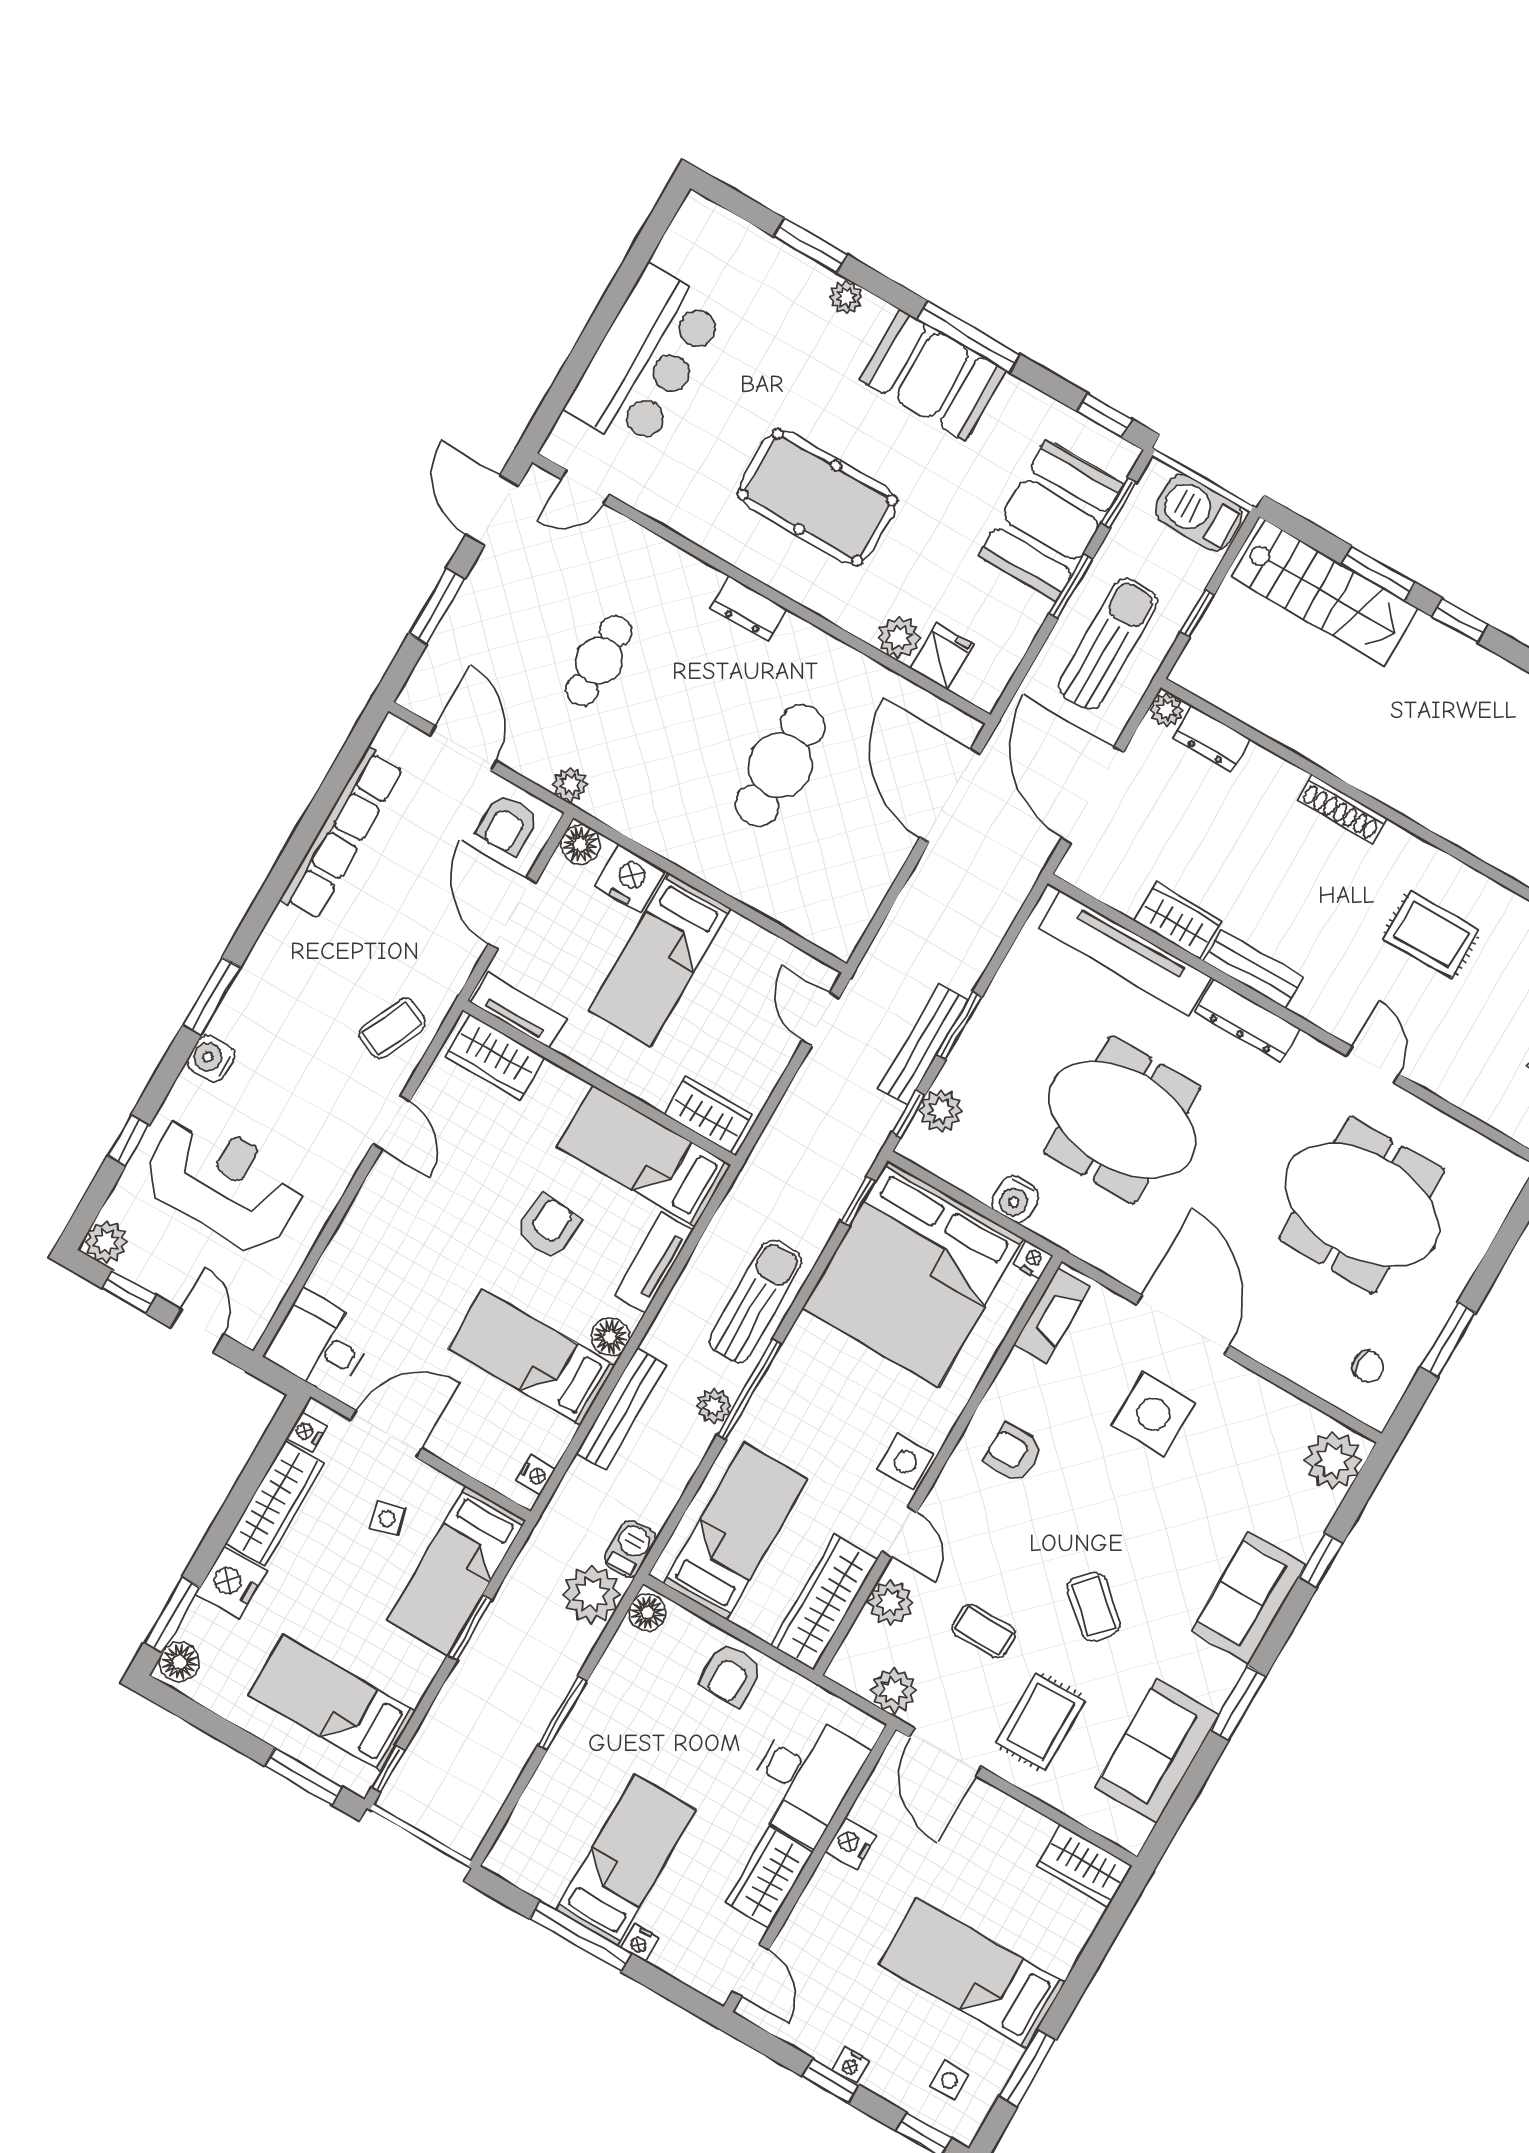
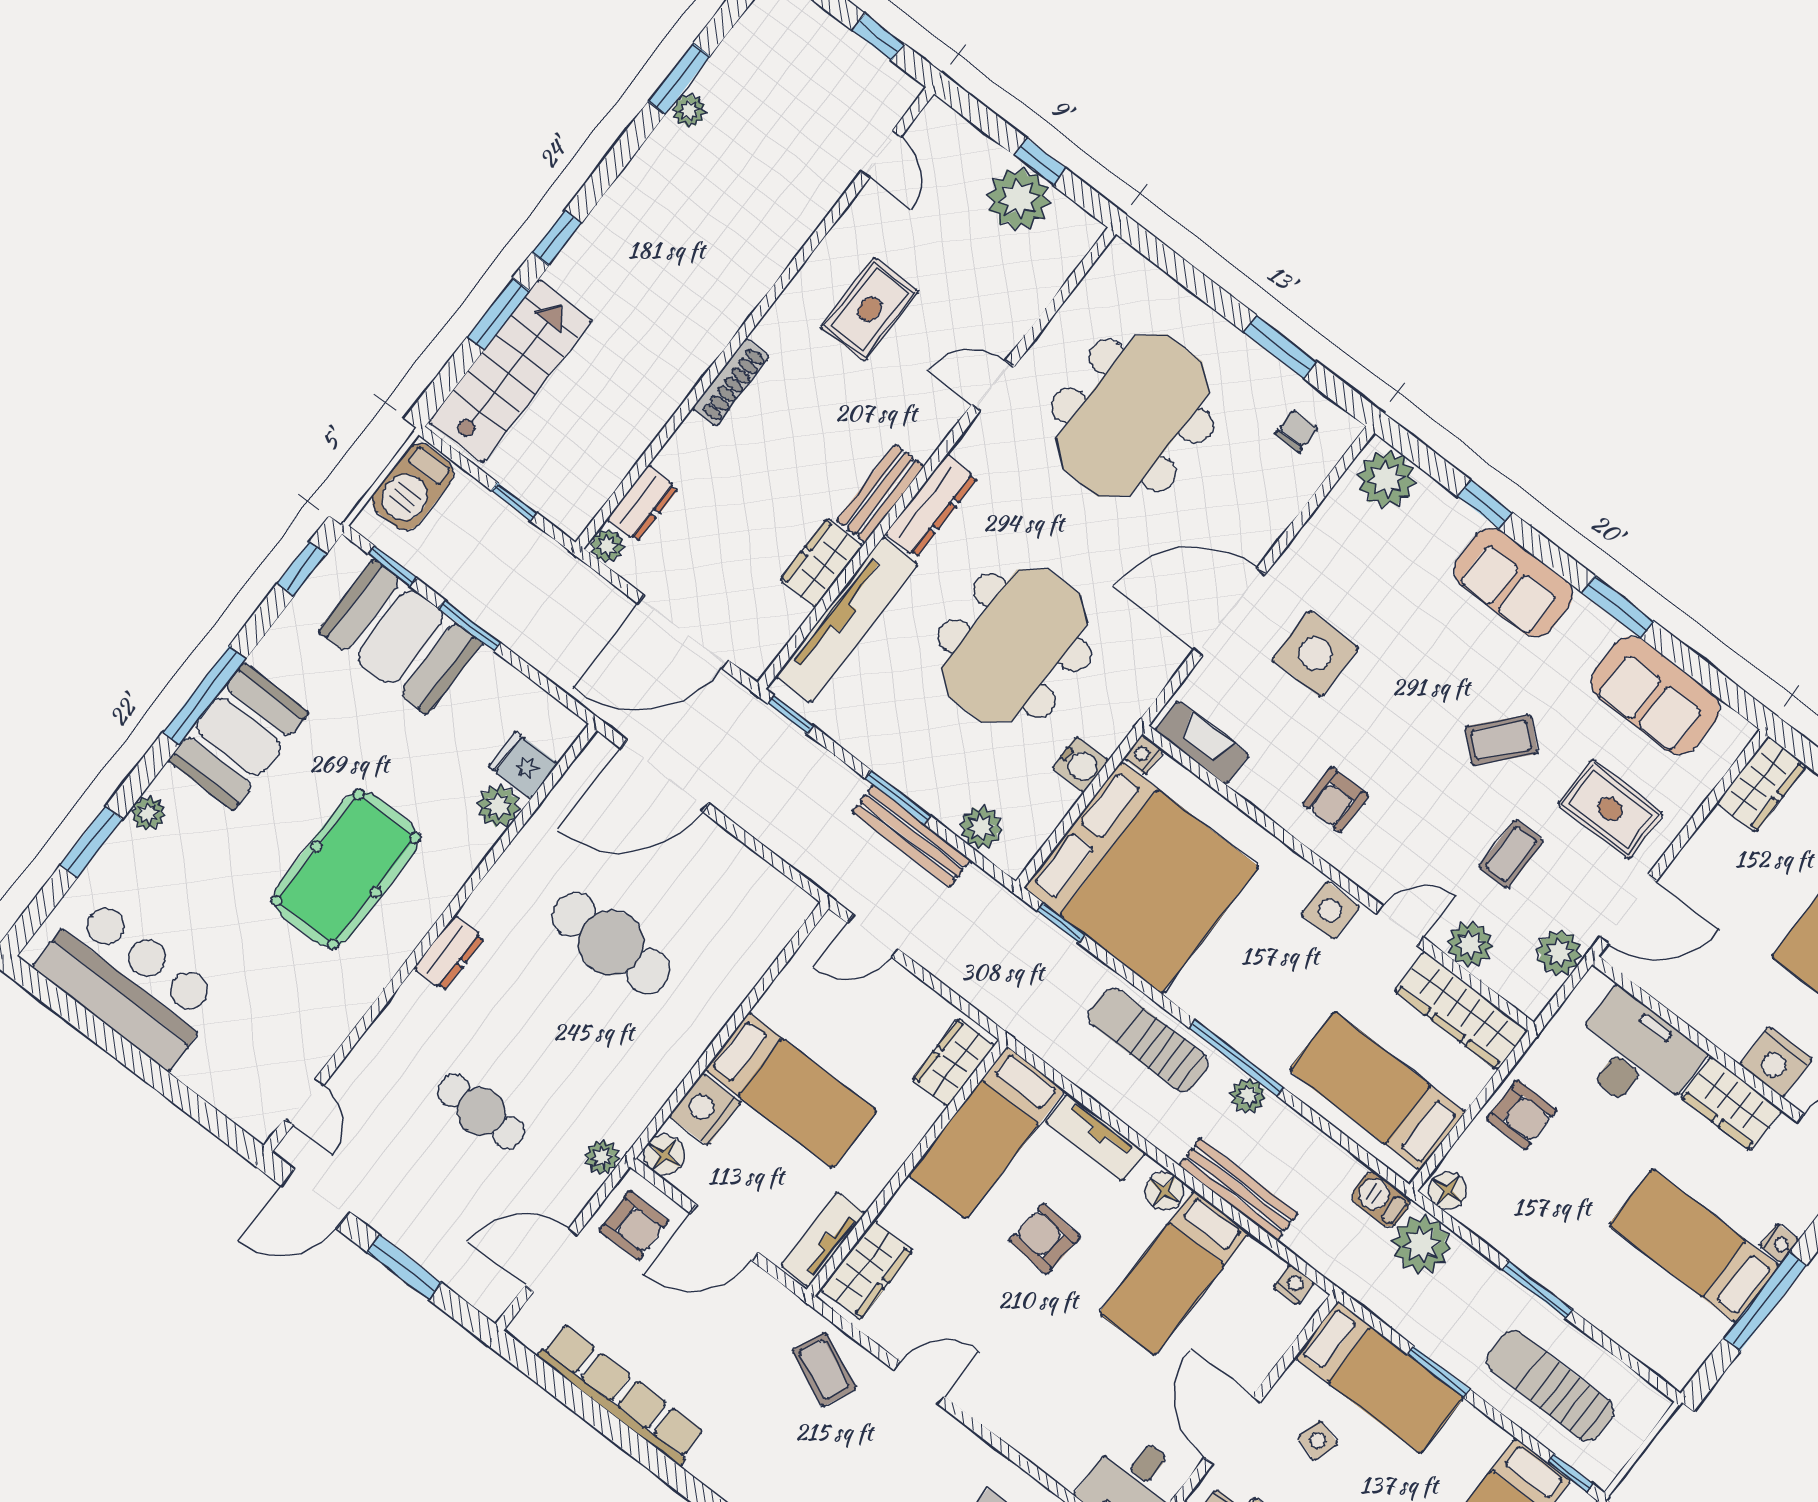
bar counter: (646, 359) -> (129, 982), moved
sun lounger: (1108, 644) -> (1550, 1386), moved
window: (908, 1114) -> (790, 715), moved
side table: (387, 1519) -> (1318, 1440), turned 31
nightstand: (851, 1843) -> (1776, 1062), moved, width x1.36, depth x1.33

